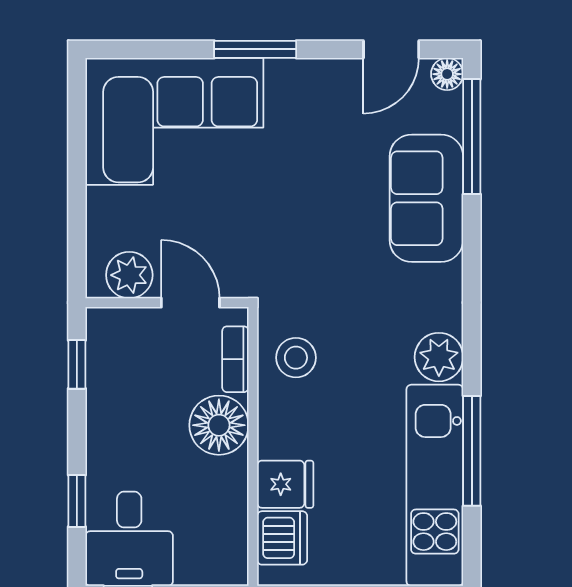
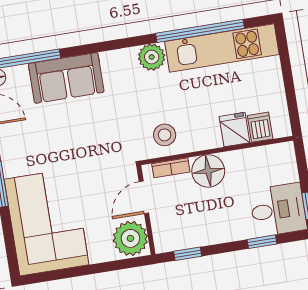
plant: (129, 275) -> (130, 238), width x1.36, depth x1.36
window: (472, 451) -> (200, 31), width x1.46
dishwasher: (282, 538) -> (260, 127), width x0.73

